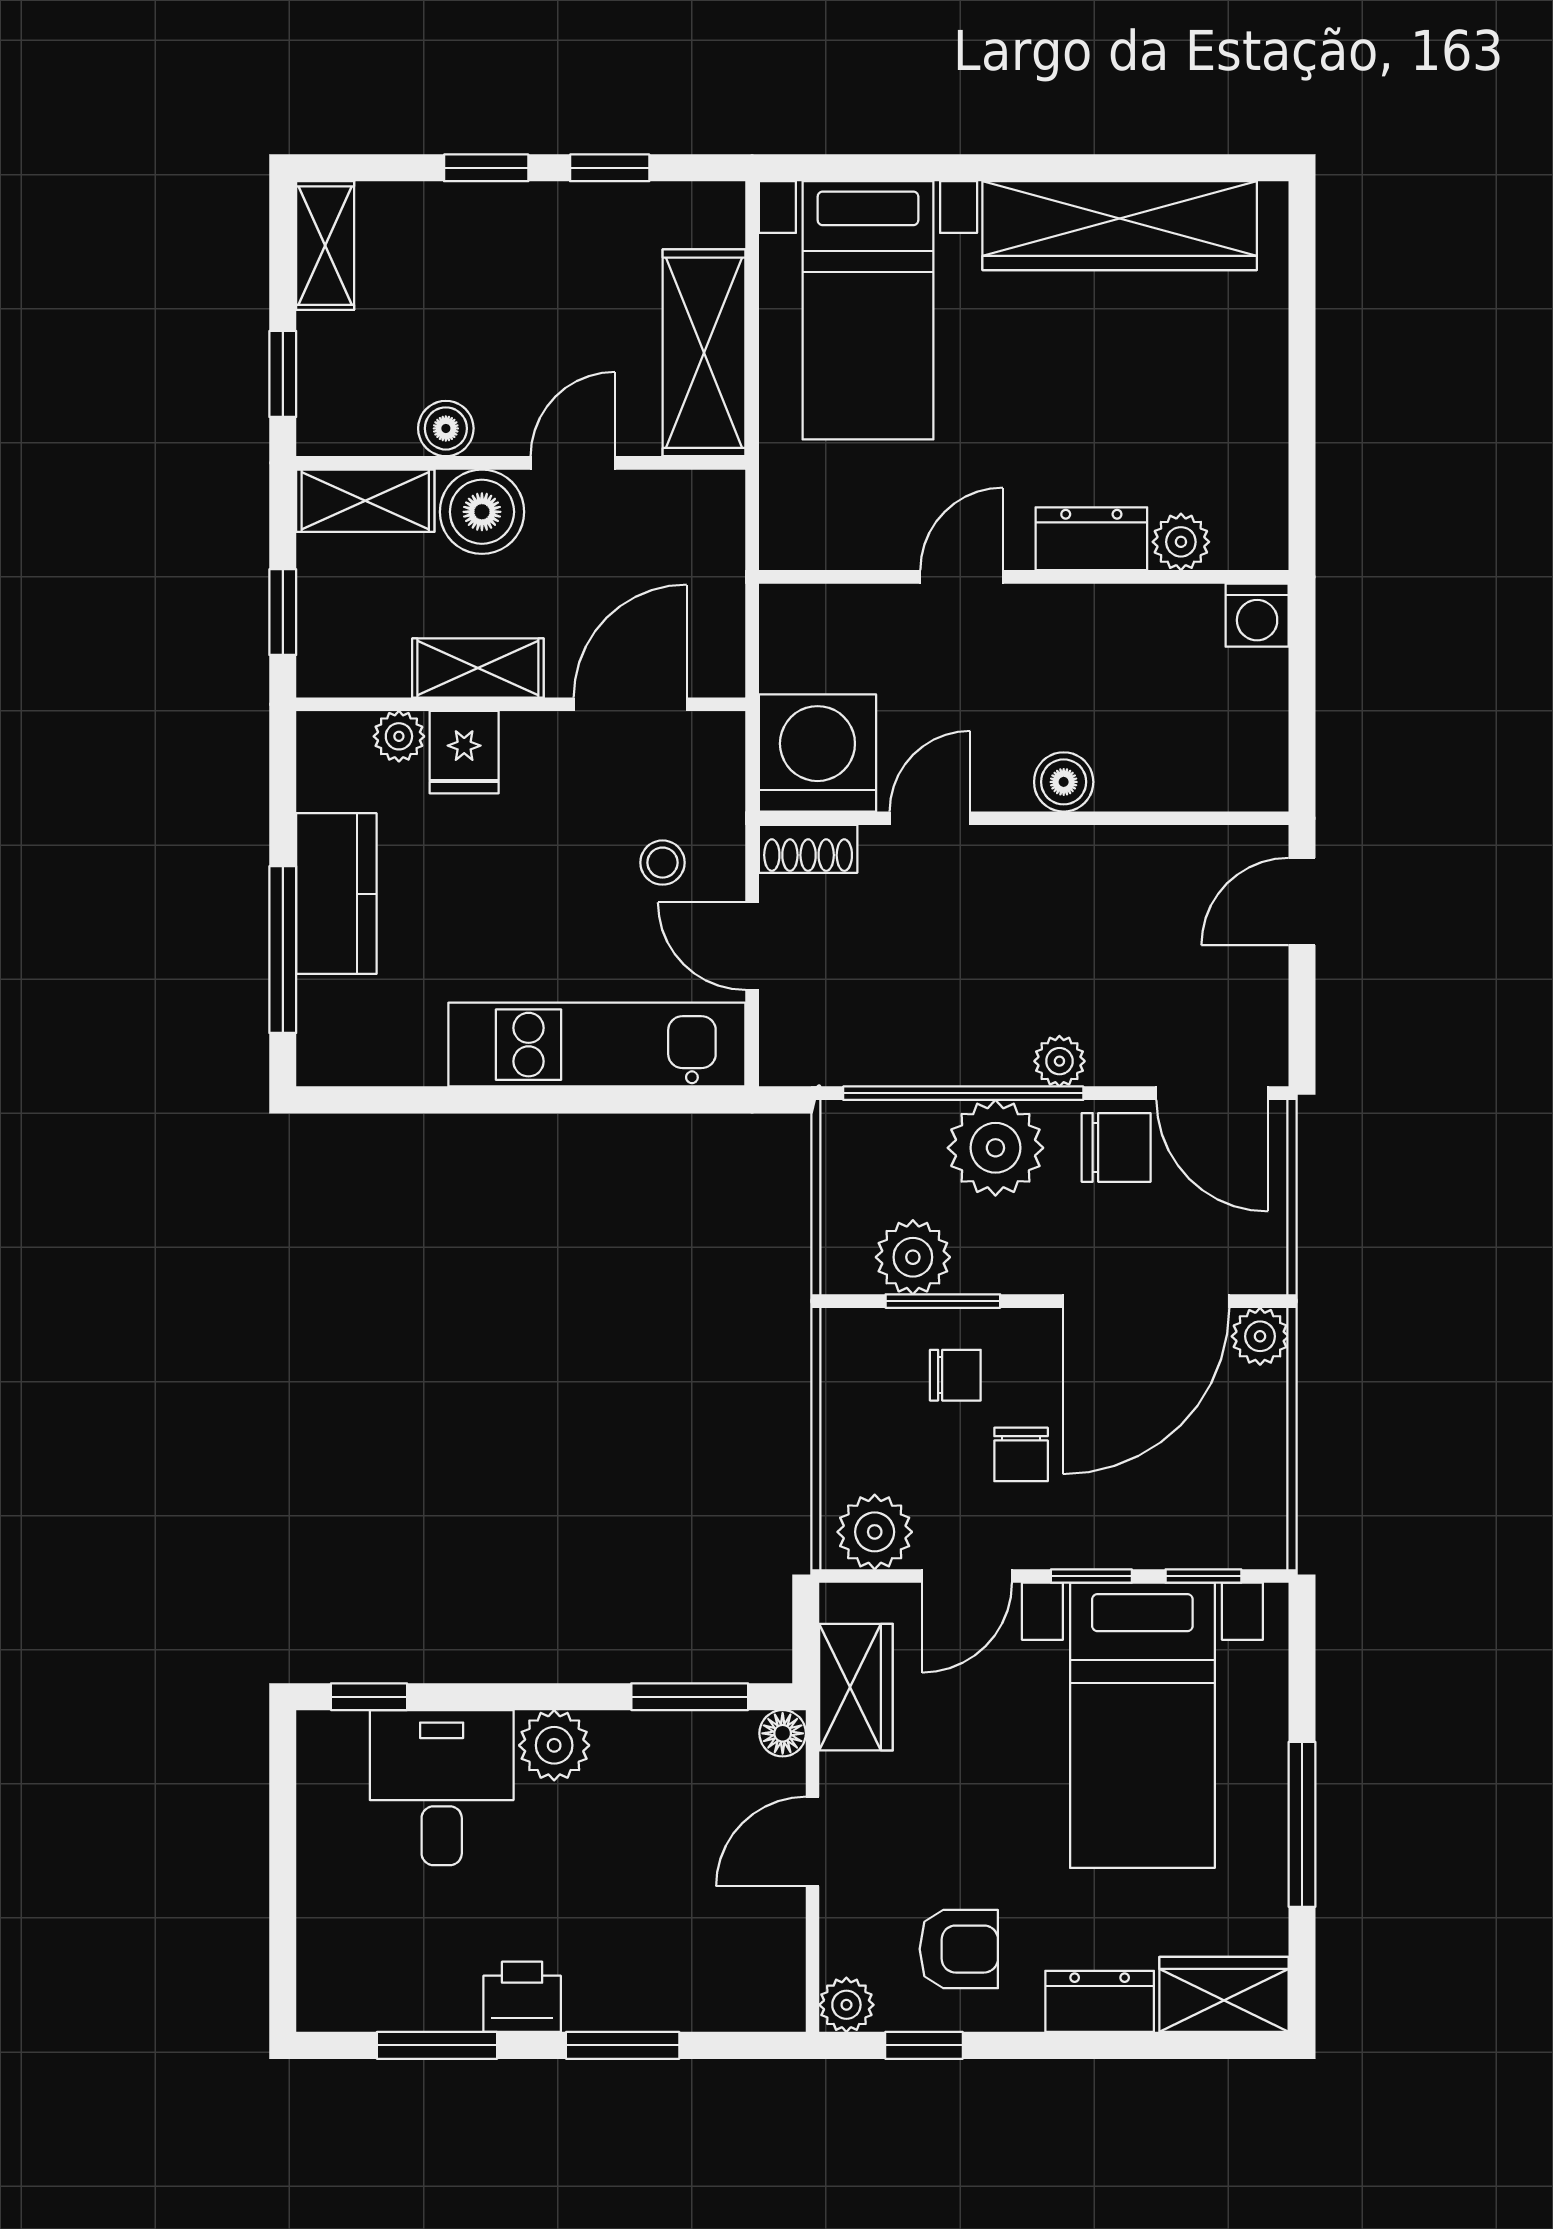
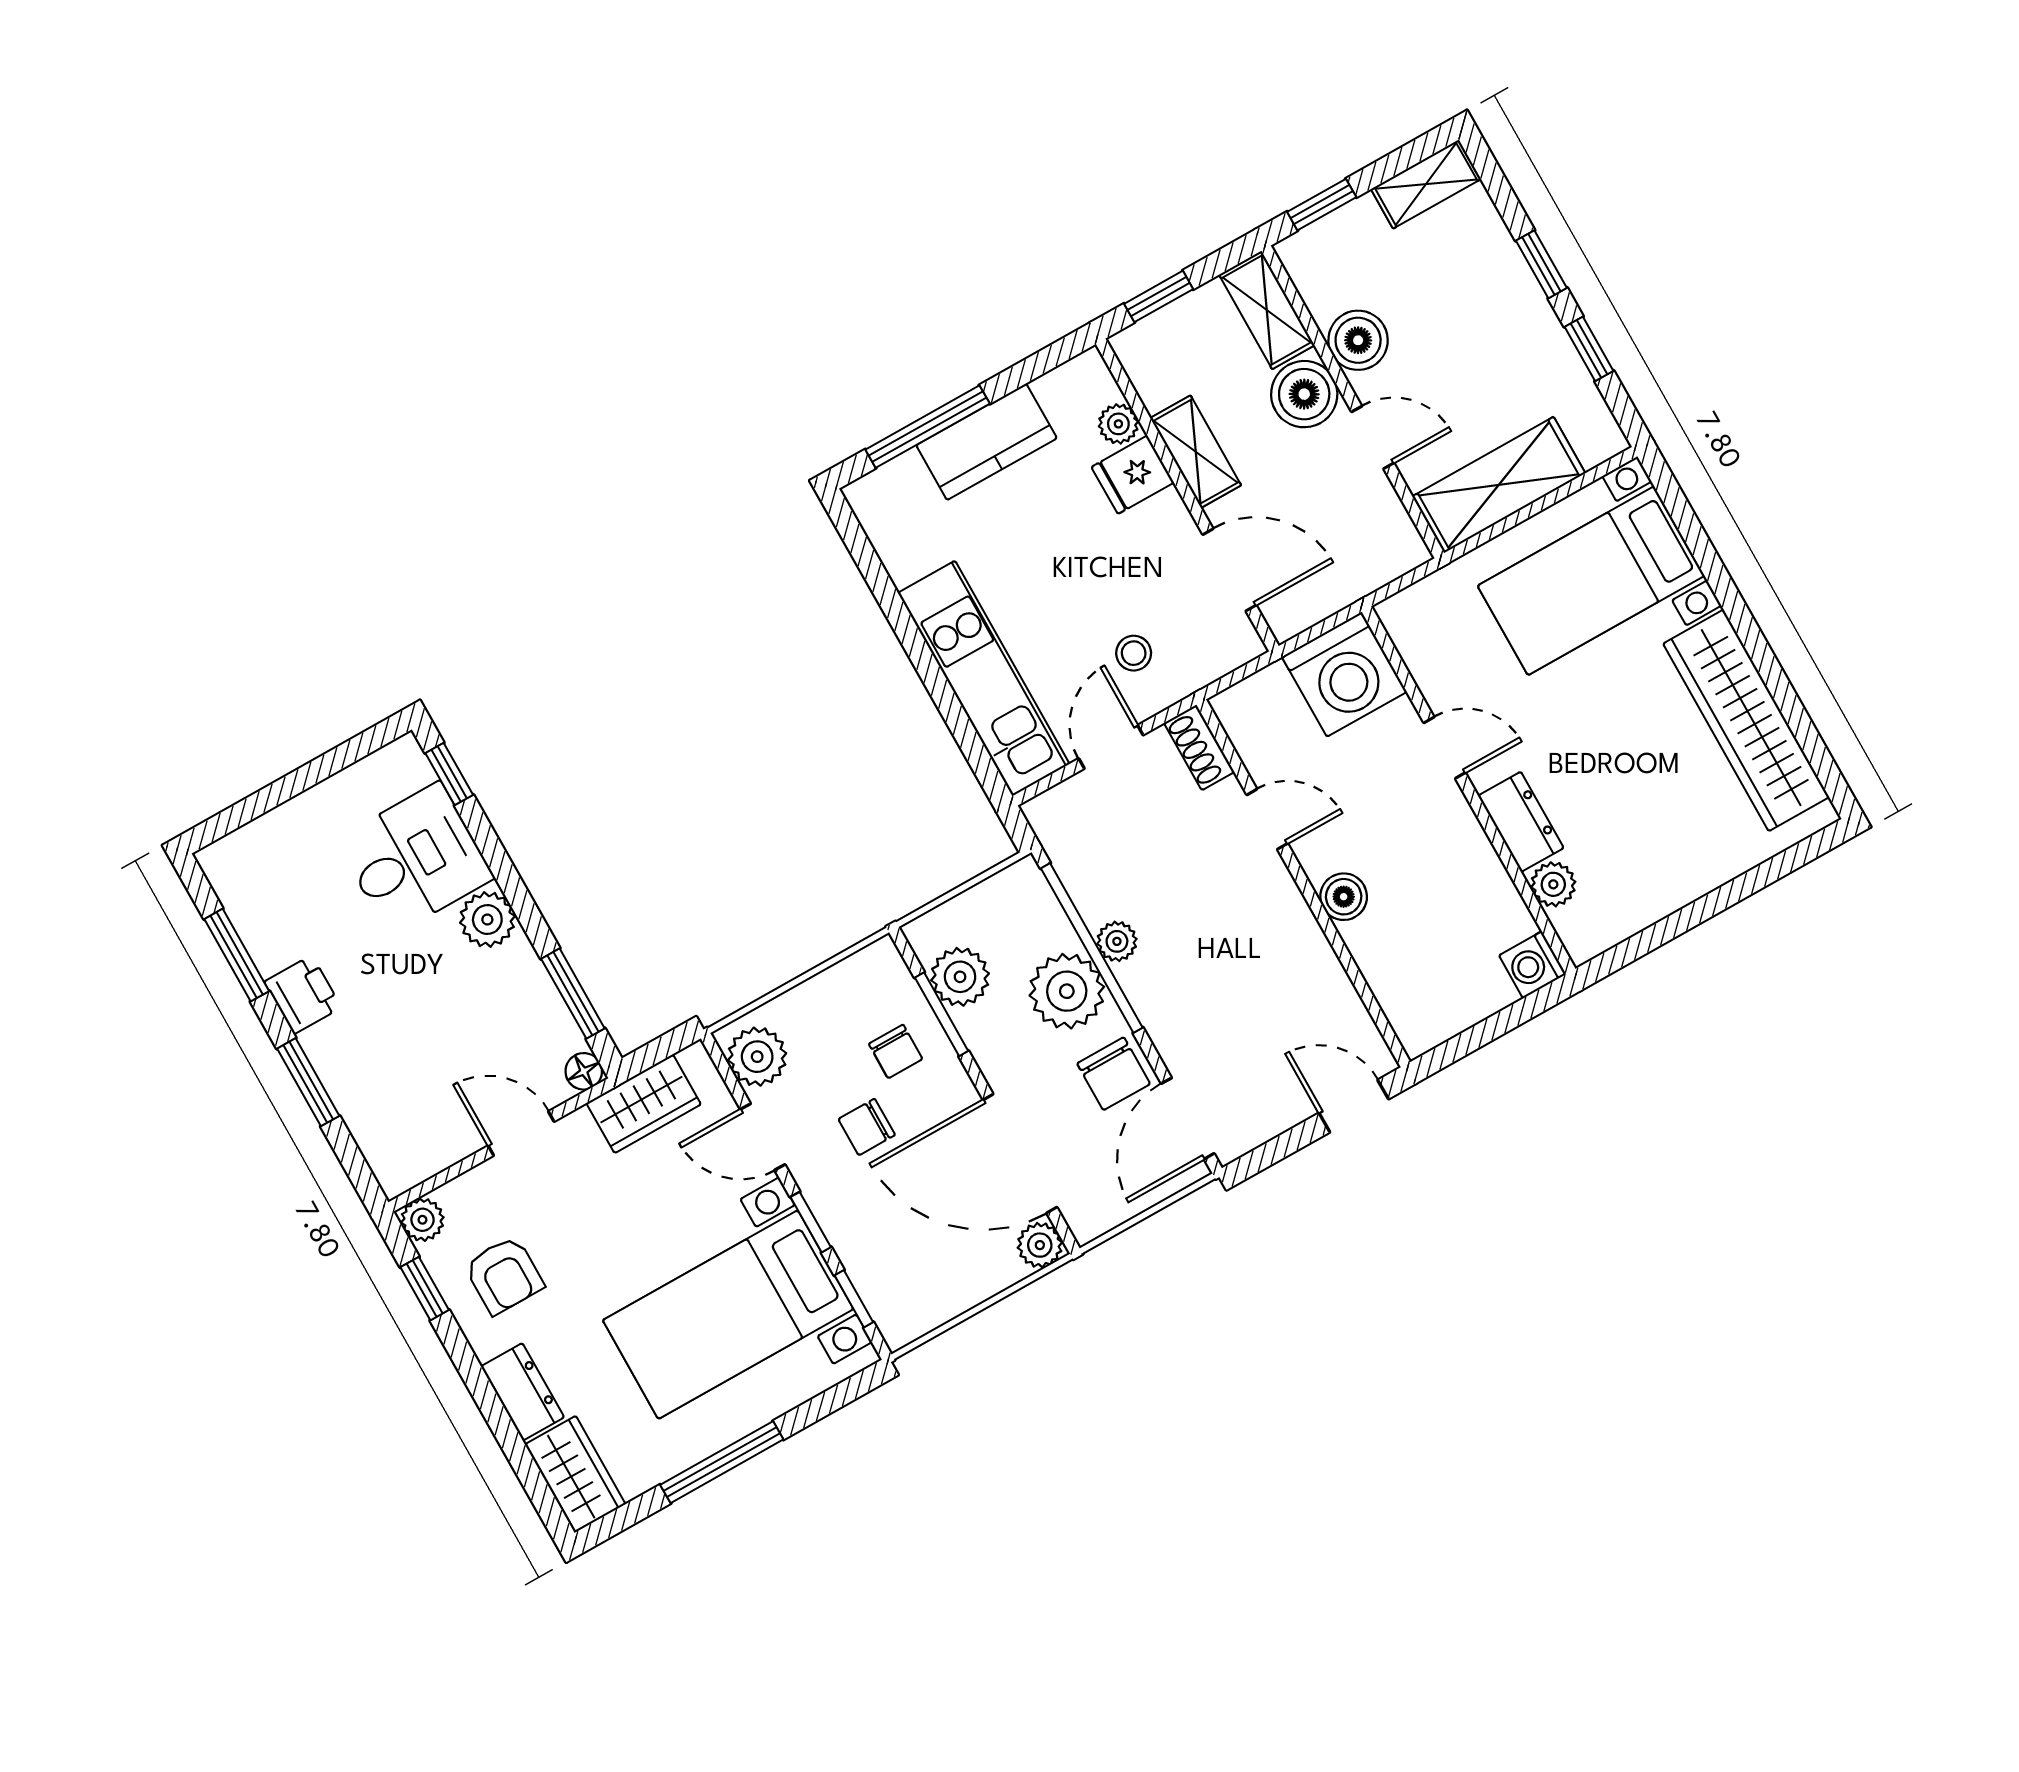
boiler: (446, 428) -> (1358, 340), width x1.36, depth x1.36
washing machine: (817, 753) -> (1344, 674), moved, turned 90
plant: (1059, 1061) -> (1117, 941), moved

